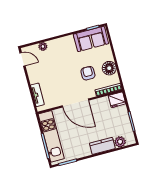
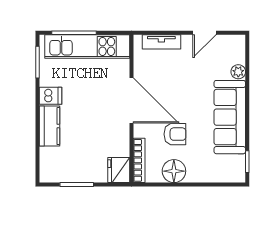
sofa: (91, 39) -> (230, 117), moved, width x1.36
door: (23, 59) -> (204, 33), moved
door: (75, 103) -> (132, 101), swing flipped
plant: (120, 142) -> (49, 157), removed
dishwasher: (85, 150) -> (51, 96), added

